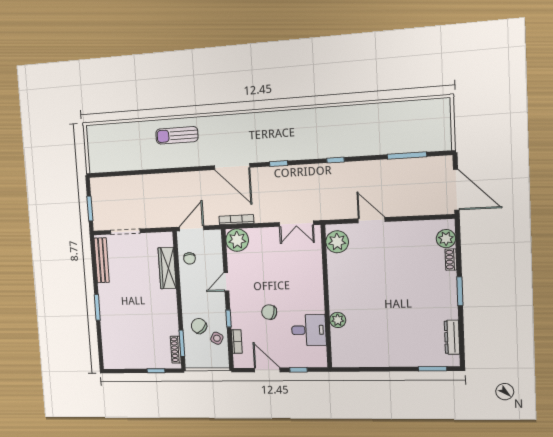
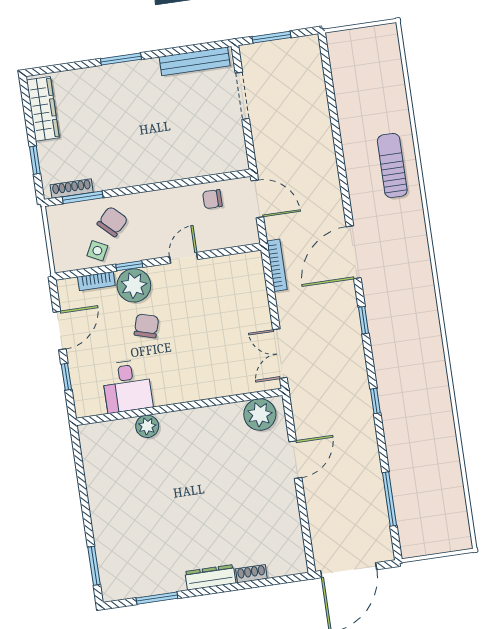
plant: (446, 239) -> (280, 564), removed
plant: (237, 240) -> (134, 285), moved
wardrobe: (167, 268) -> (43, 109), moved, turned 90
door: (226, 282) -> (184, 258), hinge flipped
window: (460, 291) -> (157, 598), moved
dresser: (452, 337) -> (210, 577), moved

